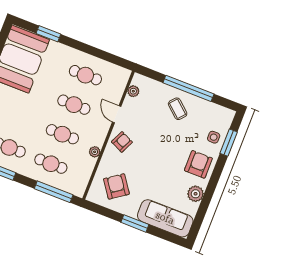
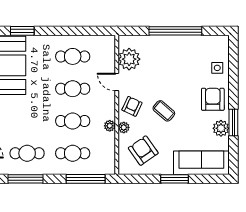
plant: (133, 91) -> (129, 59), width x1.87, depth x1.87
coffee table: (178, 109) -> (164, 111), moved
window: (229, 143) -> (233, 123), moved
plant: (107, 158) -> (124, 127), added

